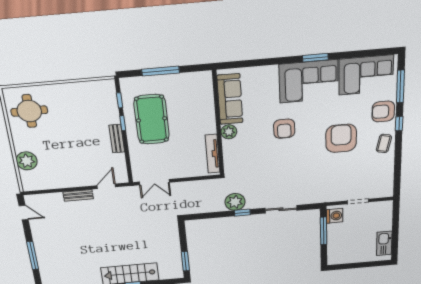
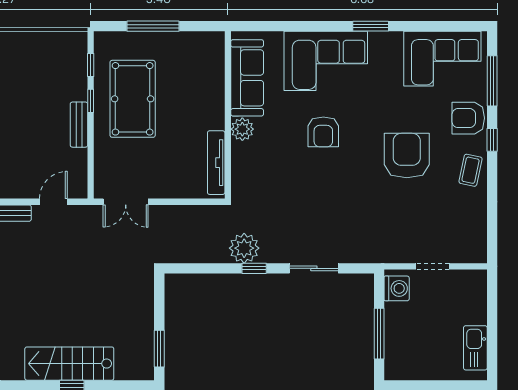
corner sofa: (309, 81) -> (326, 61), moved
window: (324, 231) -> (379, 334), moved

